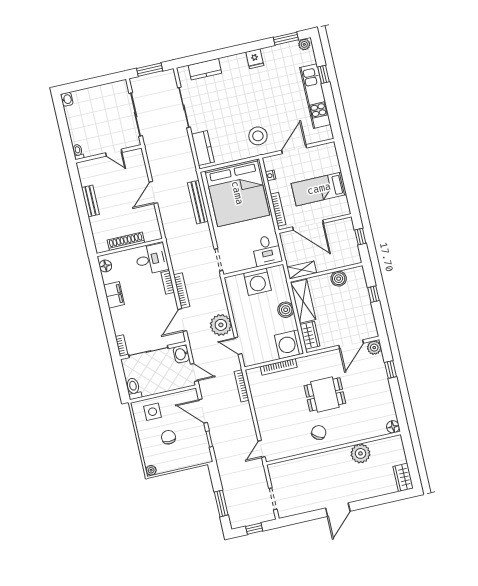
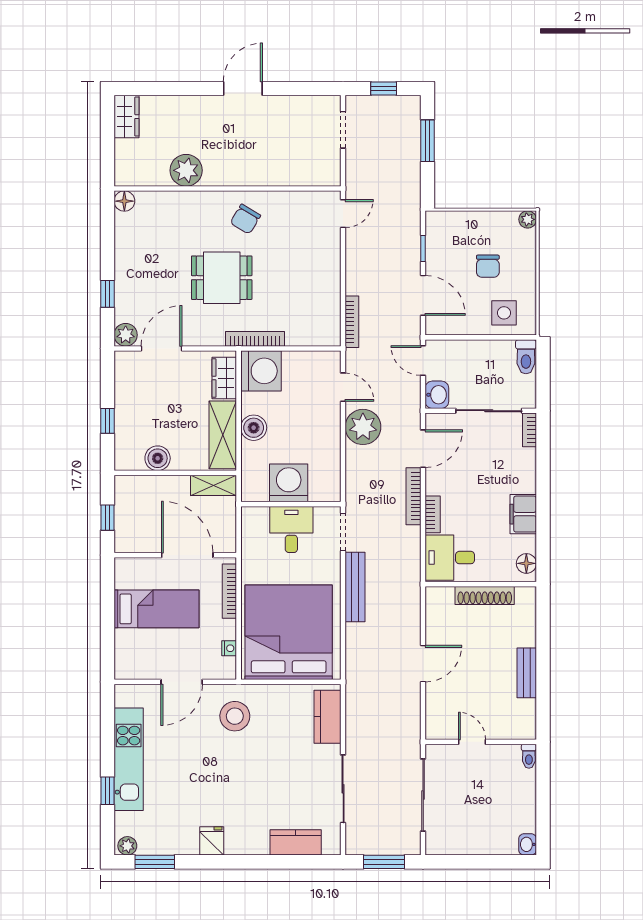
bench: (198, 202) -> (355, 587), moved
desk: (267, 250) -> (291, 529), moved
bookcase: (279, 367) -> (255, 339), moved

